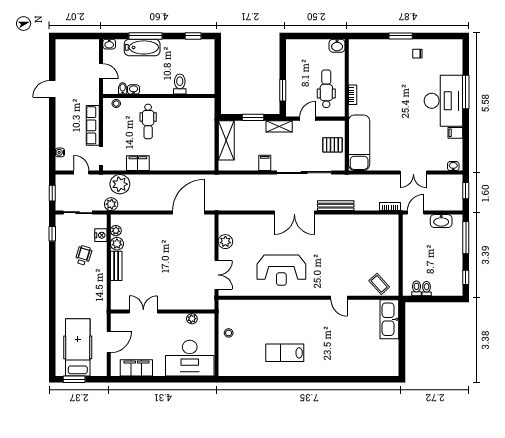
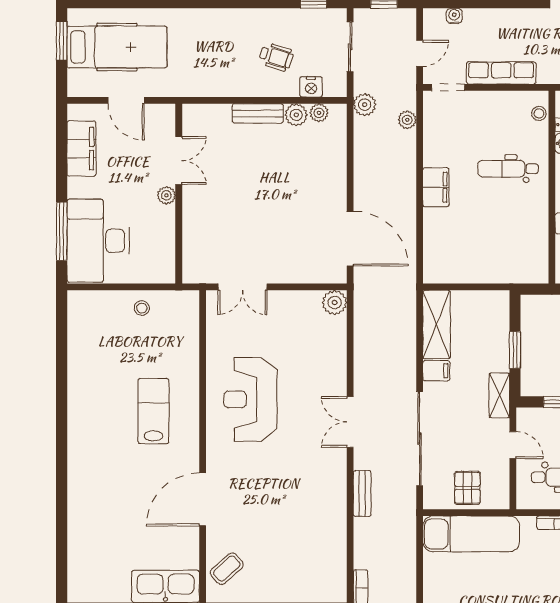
shelving: (226, 140) -> (437, 325), moved, turned 90
filing cabinet: (138, 163) -> (436, 187), moved
plant: (120, 184) -> (407, 120), width x0.53, depth x0.53
bench: (336, 206) -> (362, 494), width x0.73
double door: (294, 213) -> (350, 422), width x0.73
plant: (225, 242) -> (335, 303), moved
door: (339, 298) -> (203, 499), width x1.87
plant: (192, 319) -> (166, 195), moved
lab bench: (285, 353) -> (153, 411), moved
window: (184, 379) -> (62, 231), added

